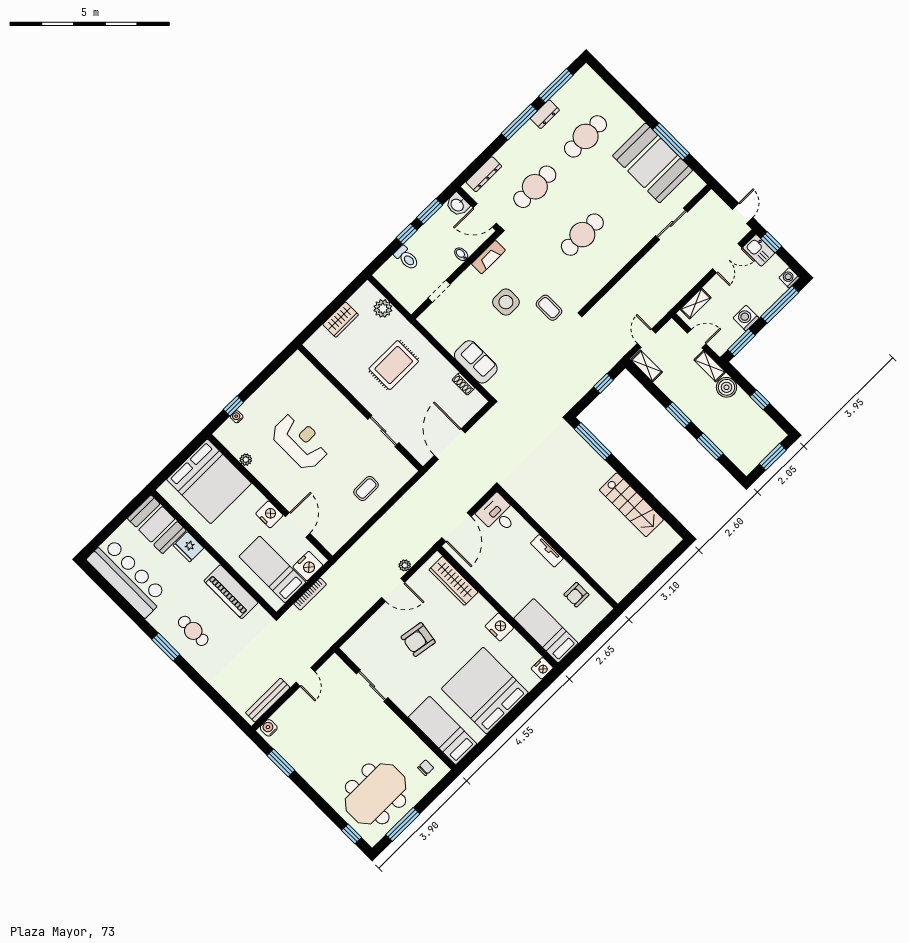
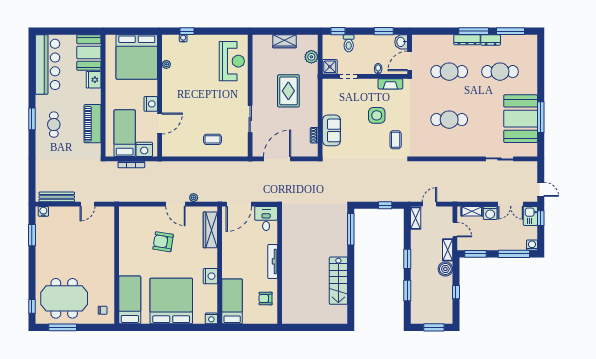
dresser: (484, 174) -> (467, 40), moved
door: (743, 213) -> (541, 189), hinge flipped
door: (485, 215) -> (410, 61), hinge flipped
window: (407, 234) -> (338, 31), moved
shower: (411, 300) -> (330, 67), added
washing machine: (746, 318) -> (490, 213), moved, turned 180
rug: (394, 365) -> (288, 91), turned 90
reception desk: (300, 441) -> (232, 61), moved
tv unit: (547, 551) -> (273, 261), width x1.41
sliding door: (372, 686) -> (117, 242), removed

